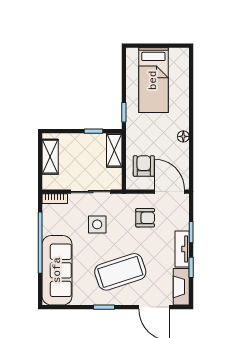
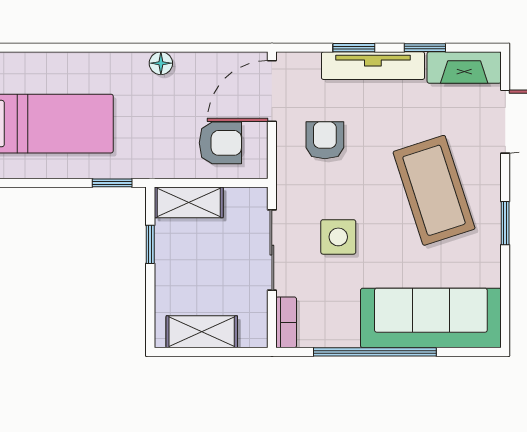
armchair: (144, 166) -> (220, 143), turned 180
tv unit: (182, 249) -> (373, 66), width x1.41

